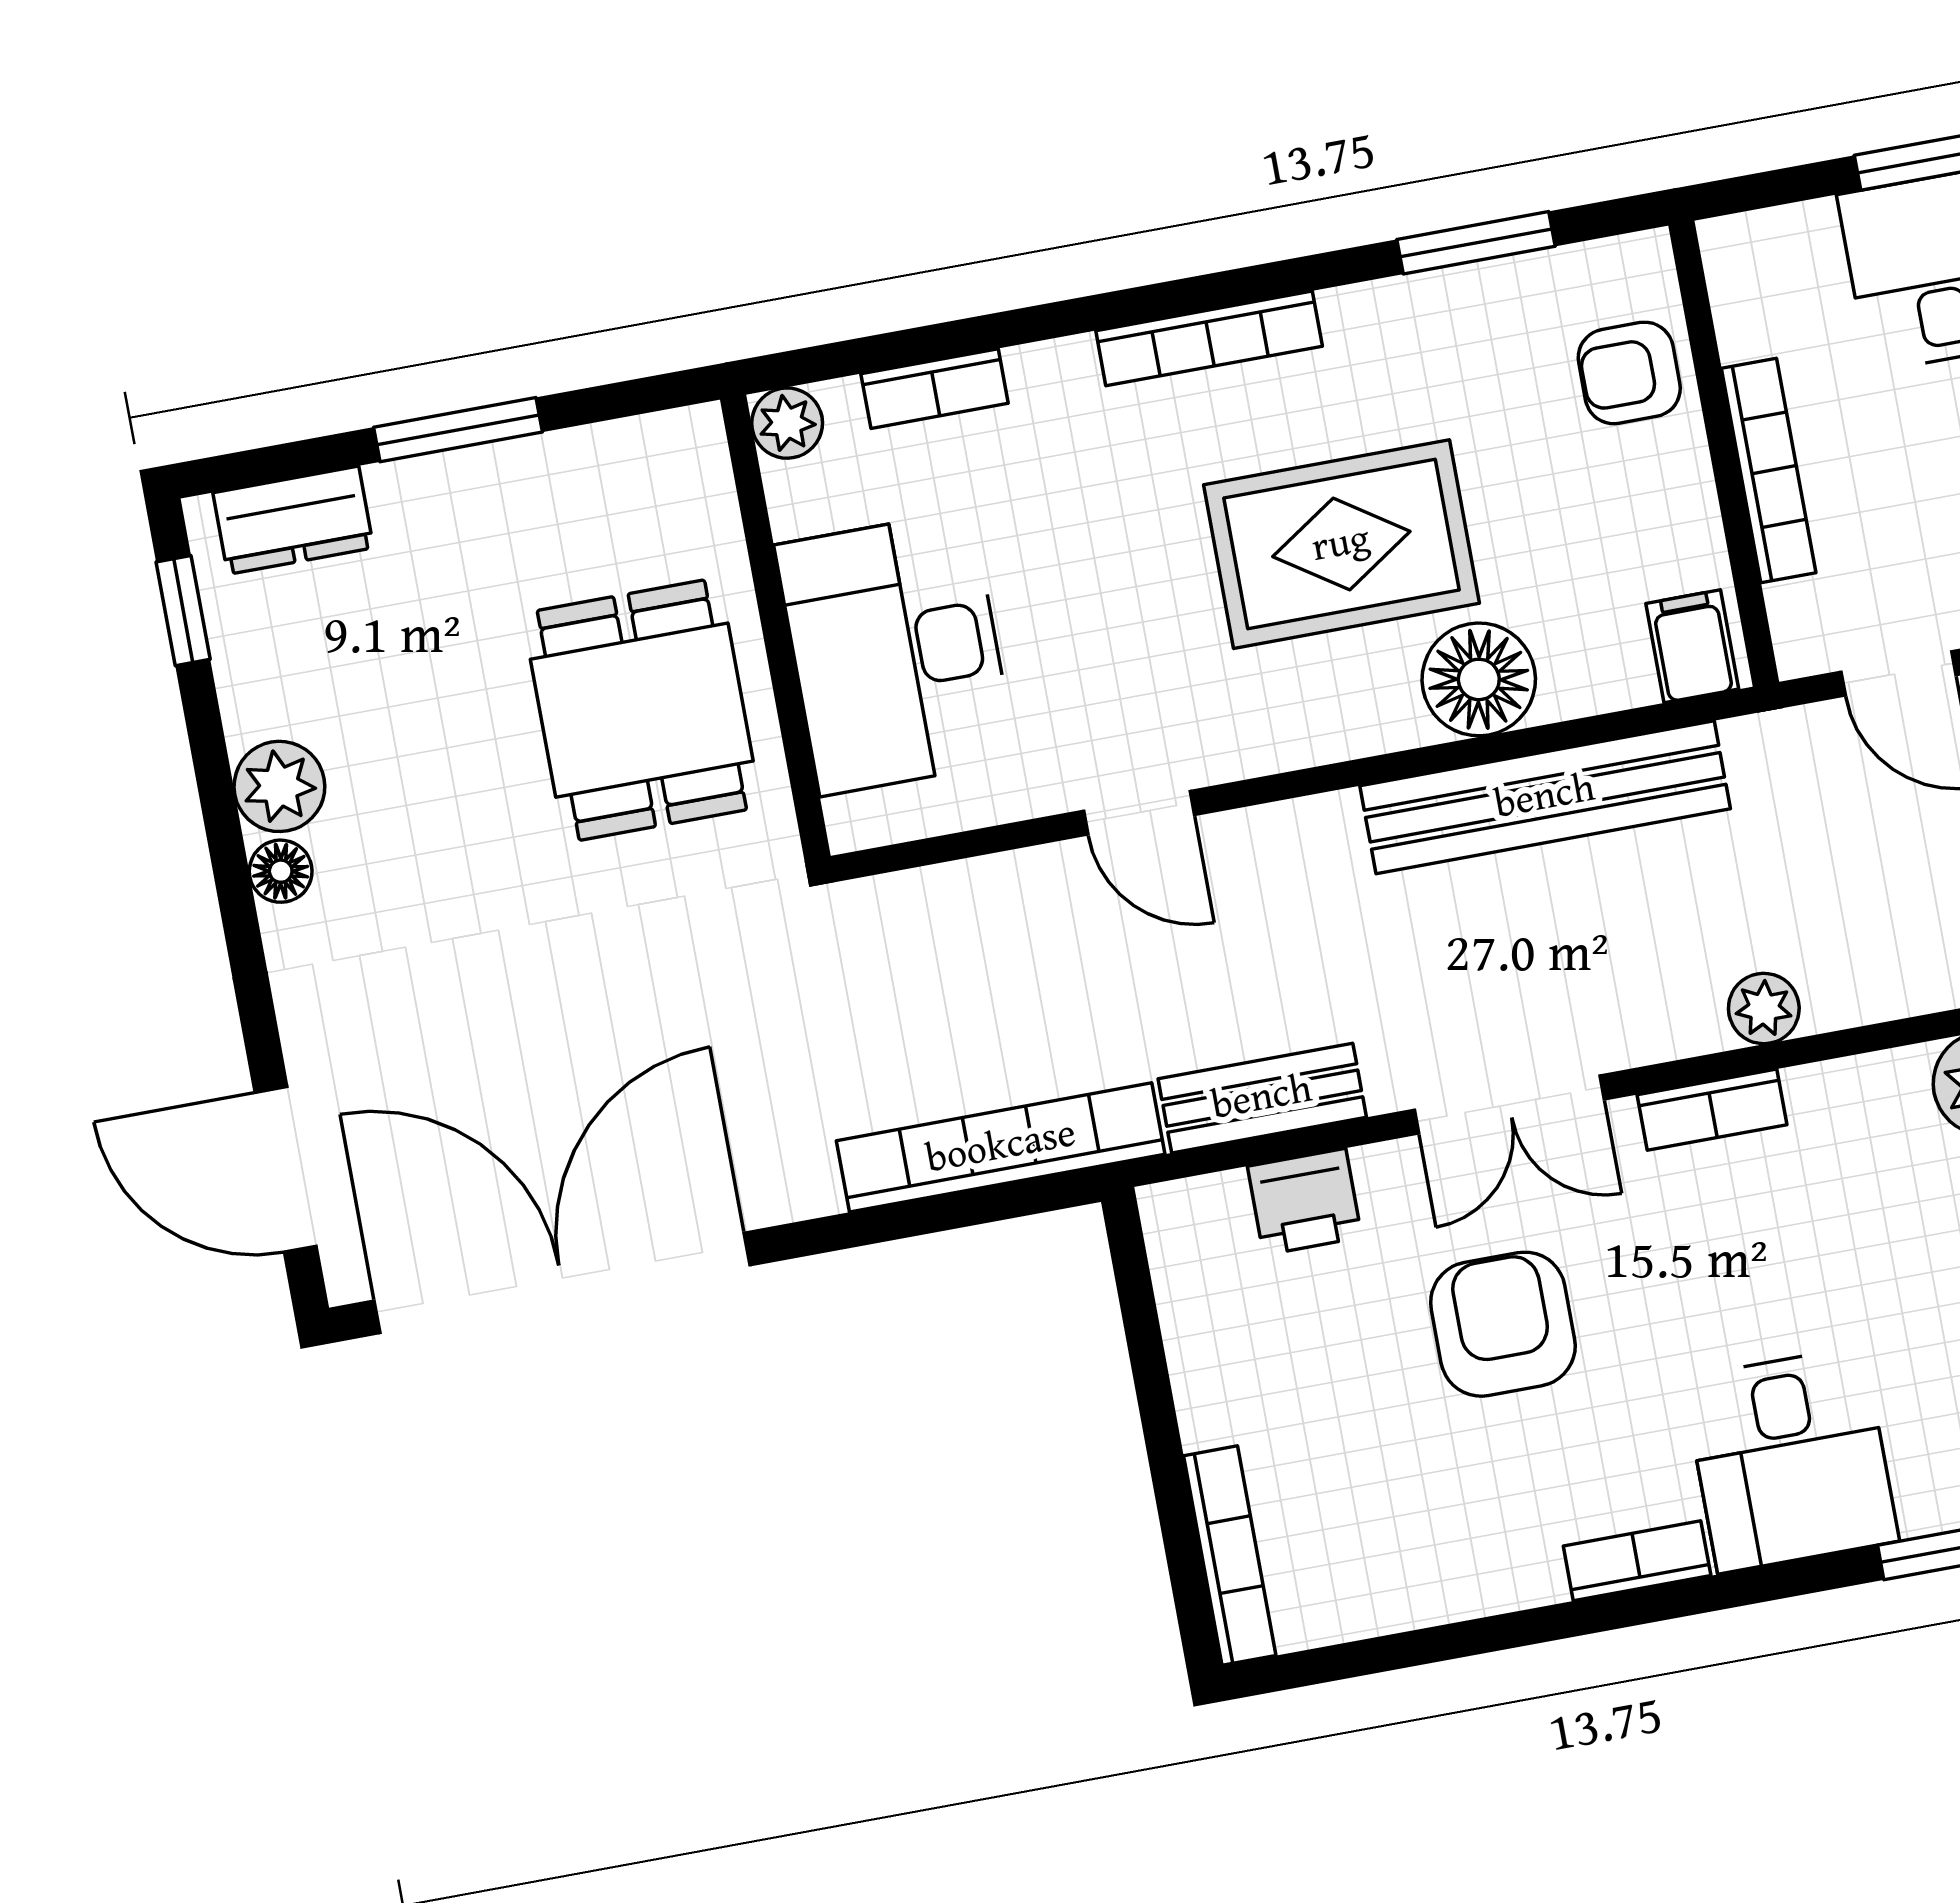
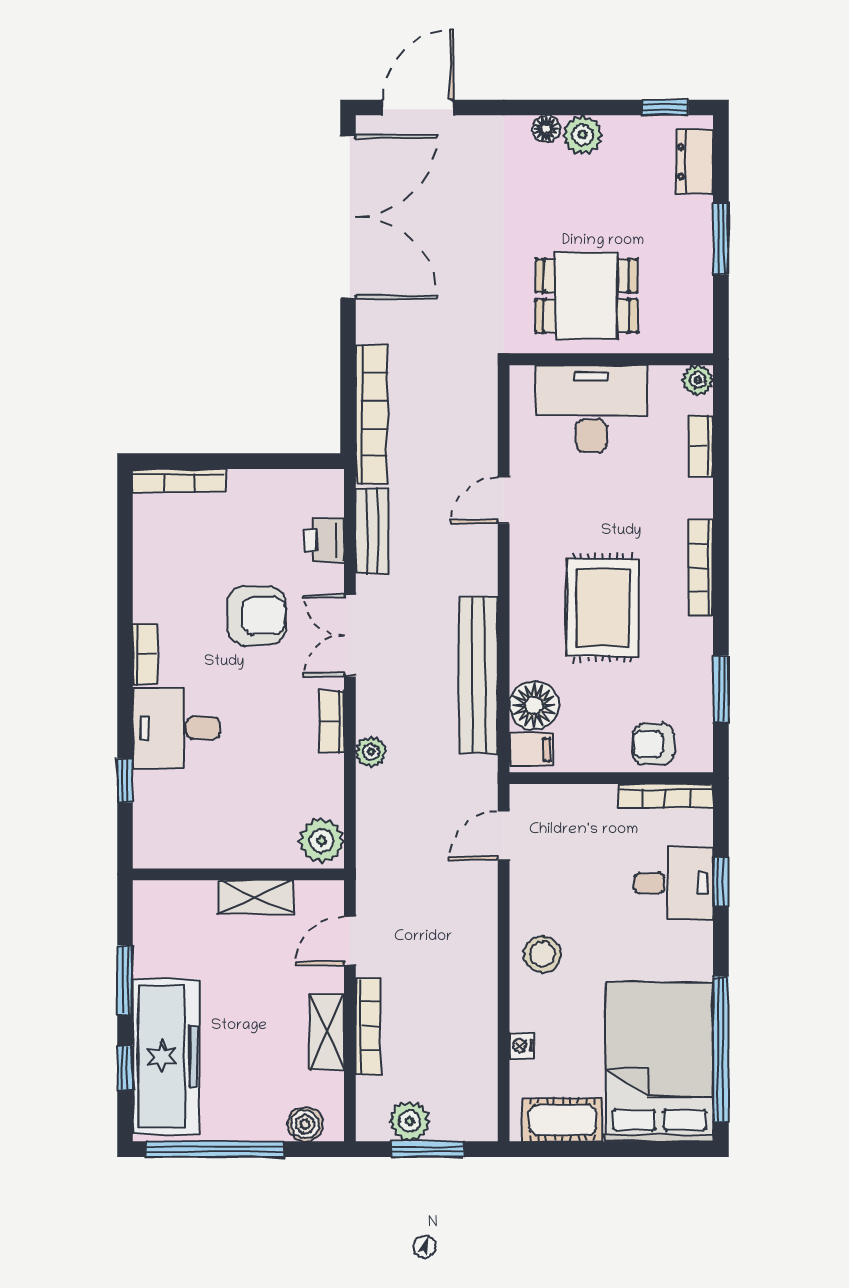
armchair: (1629, 373) -> (653, 744), turned -90
bookcase: (1769, 471) -> (666, 796), moved
floor lamp: (1479, 679) -> (534, 706), moved

